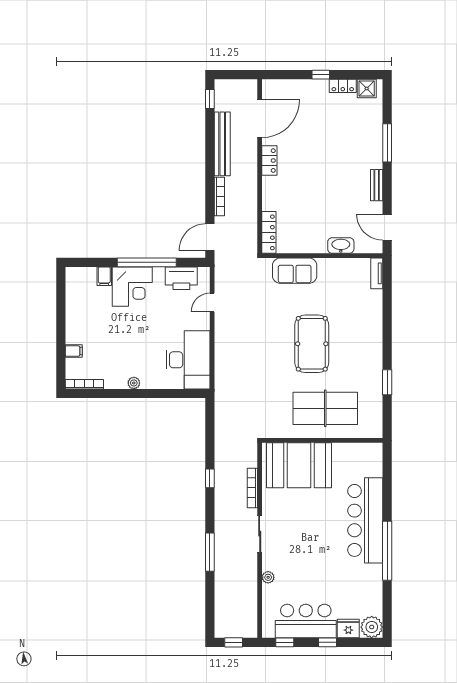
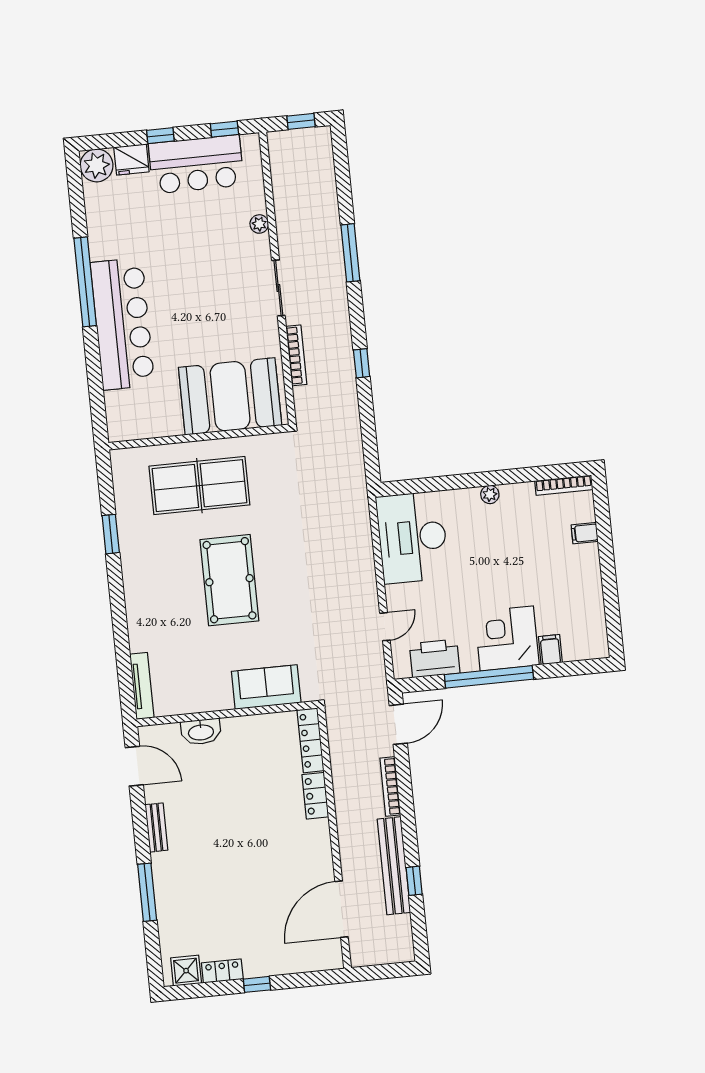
window: (210, 99) -> (414, 881), moved
locker: (269, 161) -> (315, 796), moved
tv unit: (377, 273) -> (142, 686), width x1.41

